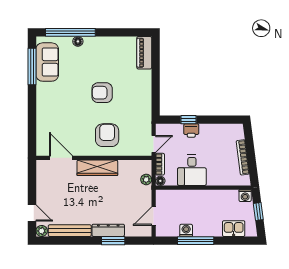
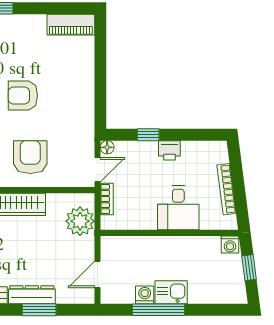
piano: (144, 53) -> (71, 25), moved, turned -90
printer: (191, 130) -> (169, 150), moved
desk: (192, 170) -> (178, 208), moved
plant: (146, 179) -> (80, 221), width x1.88, depth x1.88
floor lamp: (160, 181) -> (107, 147), moved
kitchen sink: (234, 229) -> (171, 292), moved

